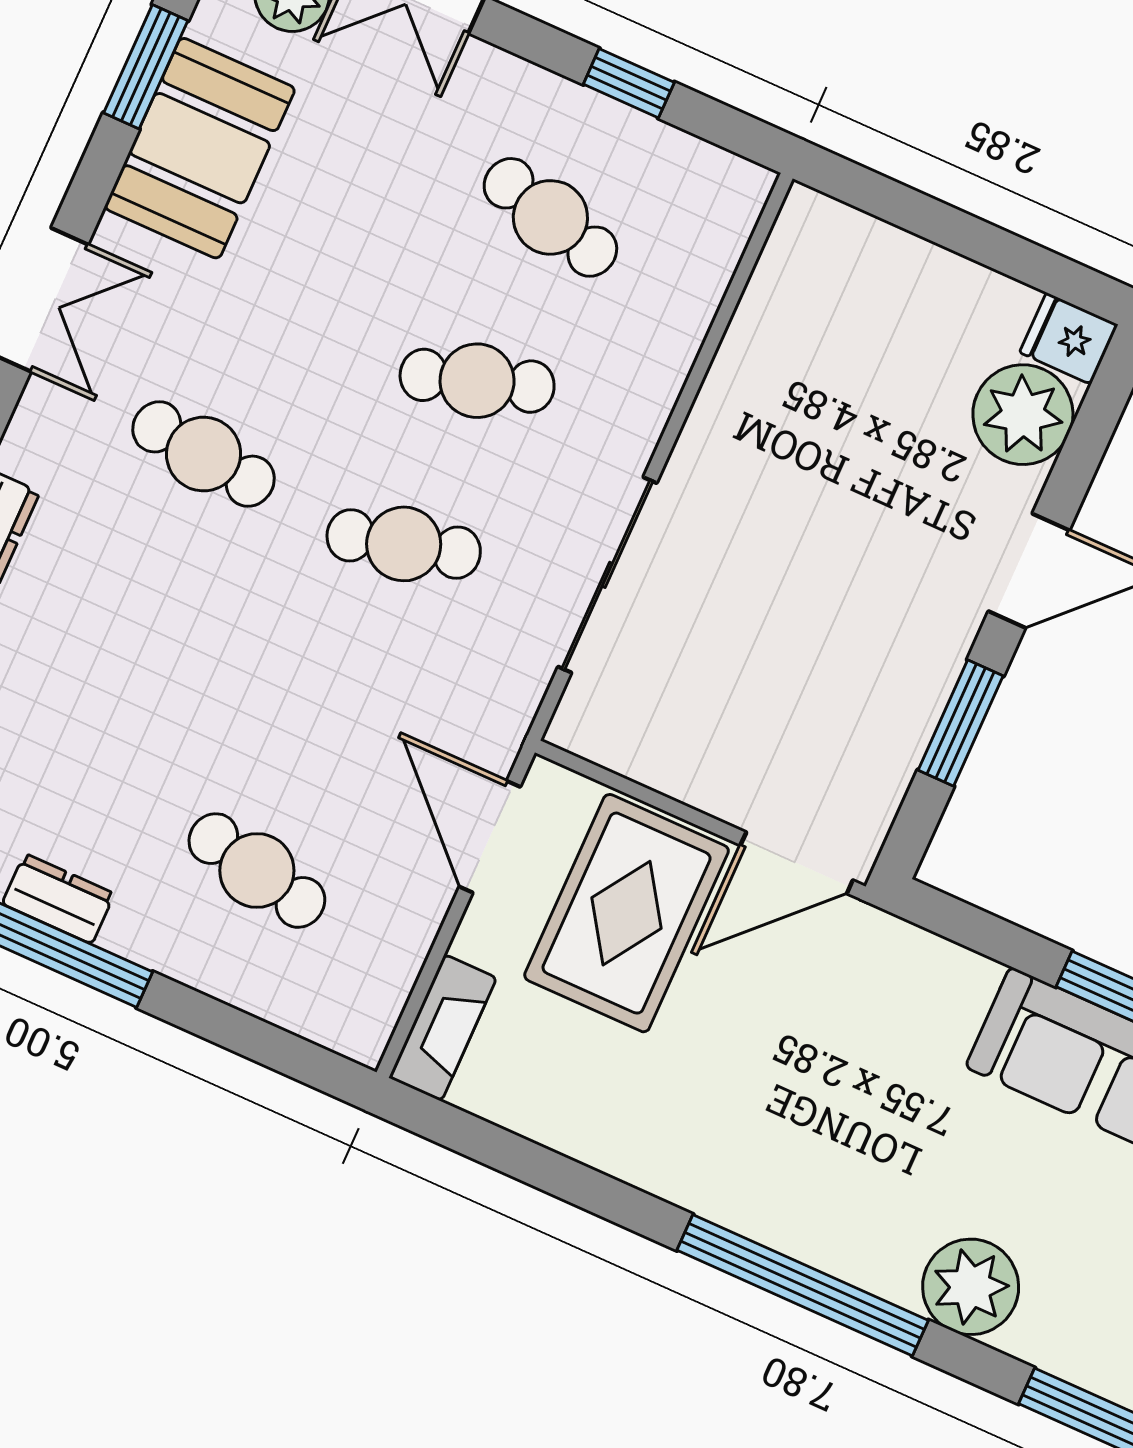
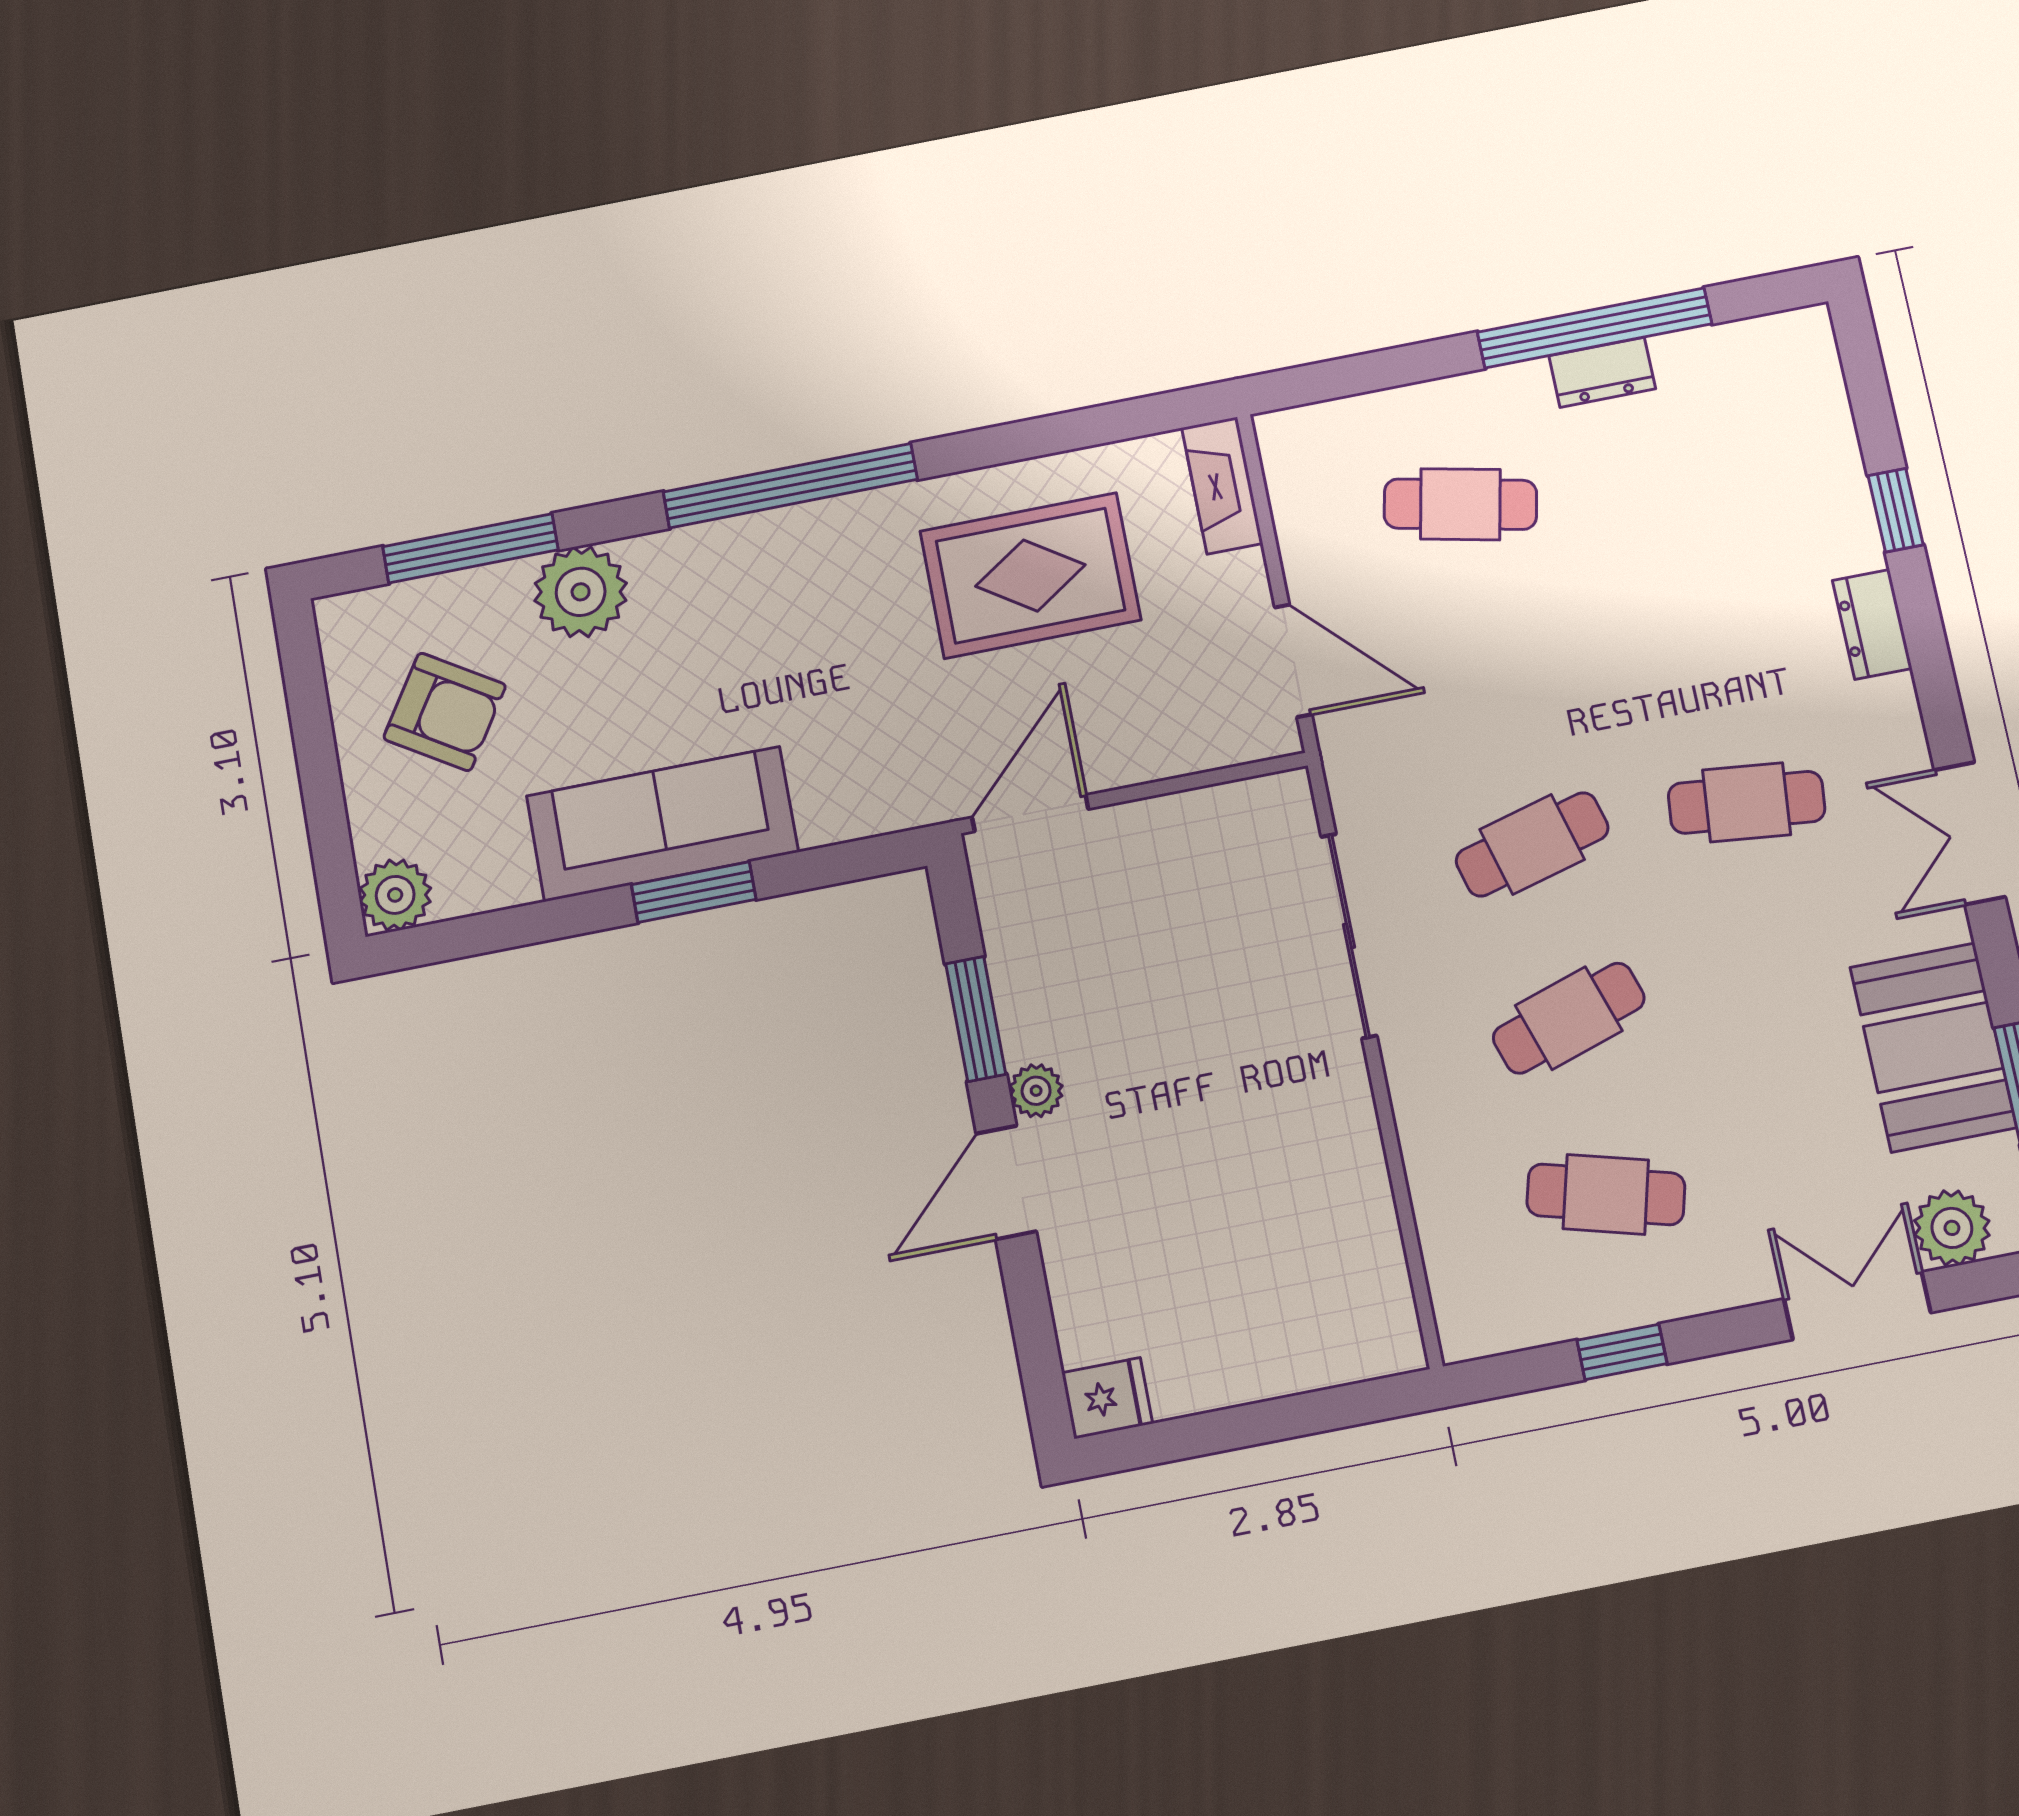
plant: (1023, 415) -> (1036, 1091), moved, width x0.53, depth x0.53
rug: (627, 913) -> (1030, 576), moved, turned 90
plant: (971, 1287) -> (581, 592), moved

